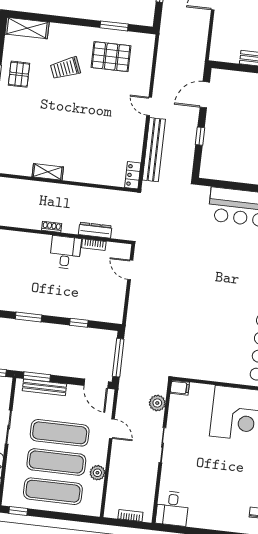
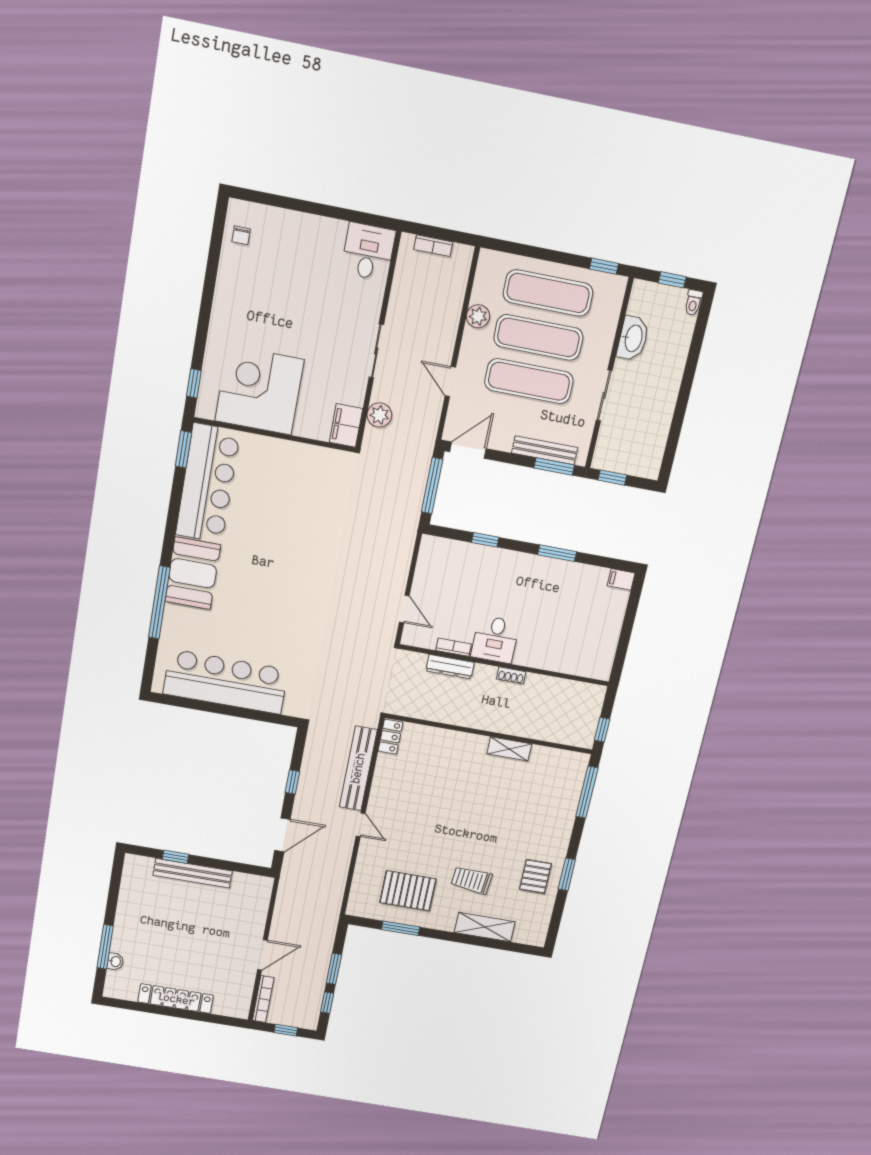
shelving: (27, 28) -> (485, 927), moved
trolley: (65, 68) -> (471, 880), turned -153
door: (96, 384) -> (468, 450), hinge flipped
filing cabinet: (180, 388) -> (346, 425), width x2.00

